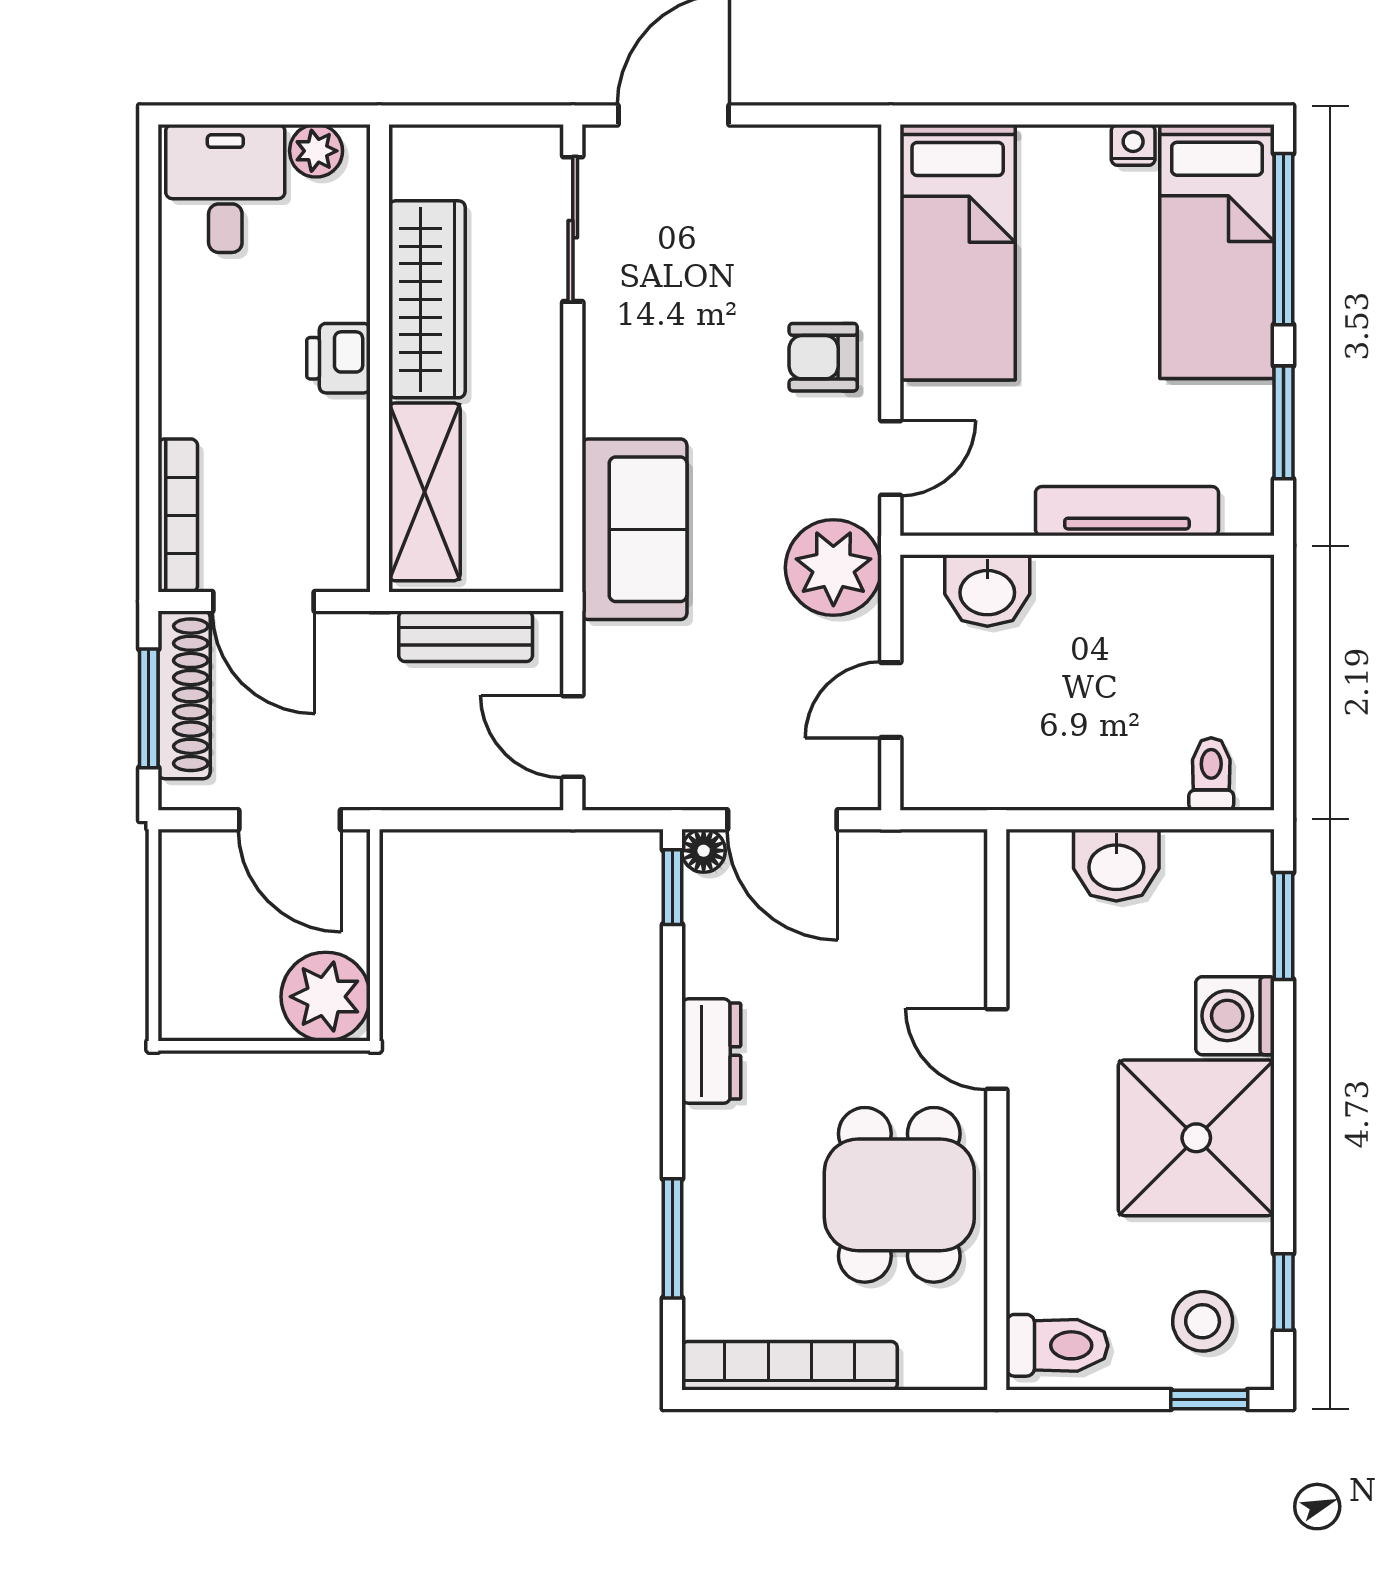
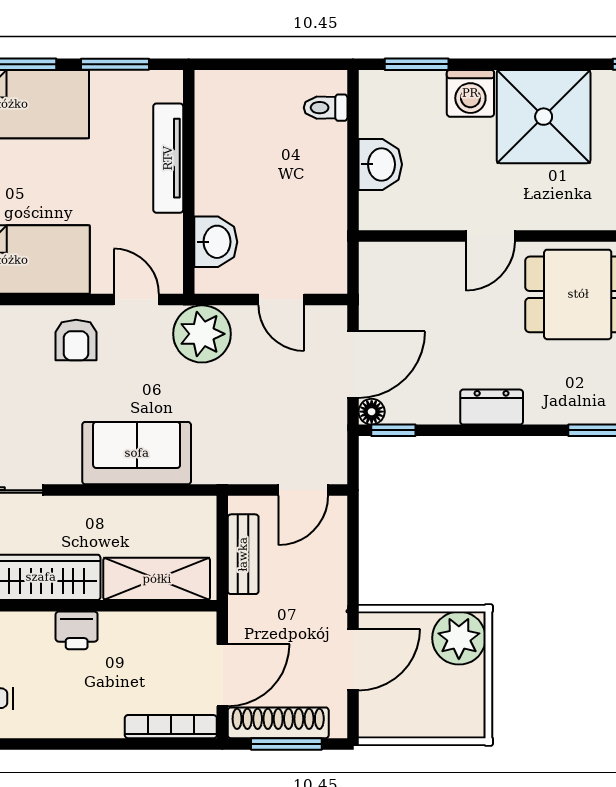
sofa: (634, 529) -> (137, 453), moved

